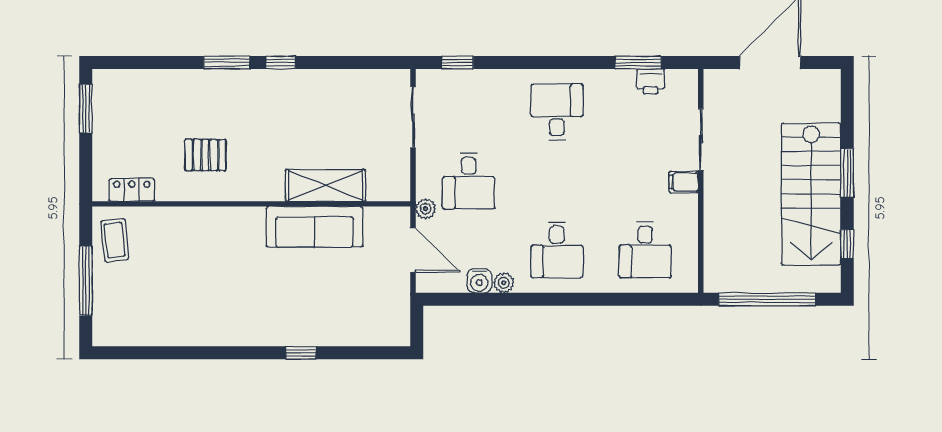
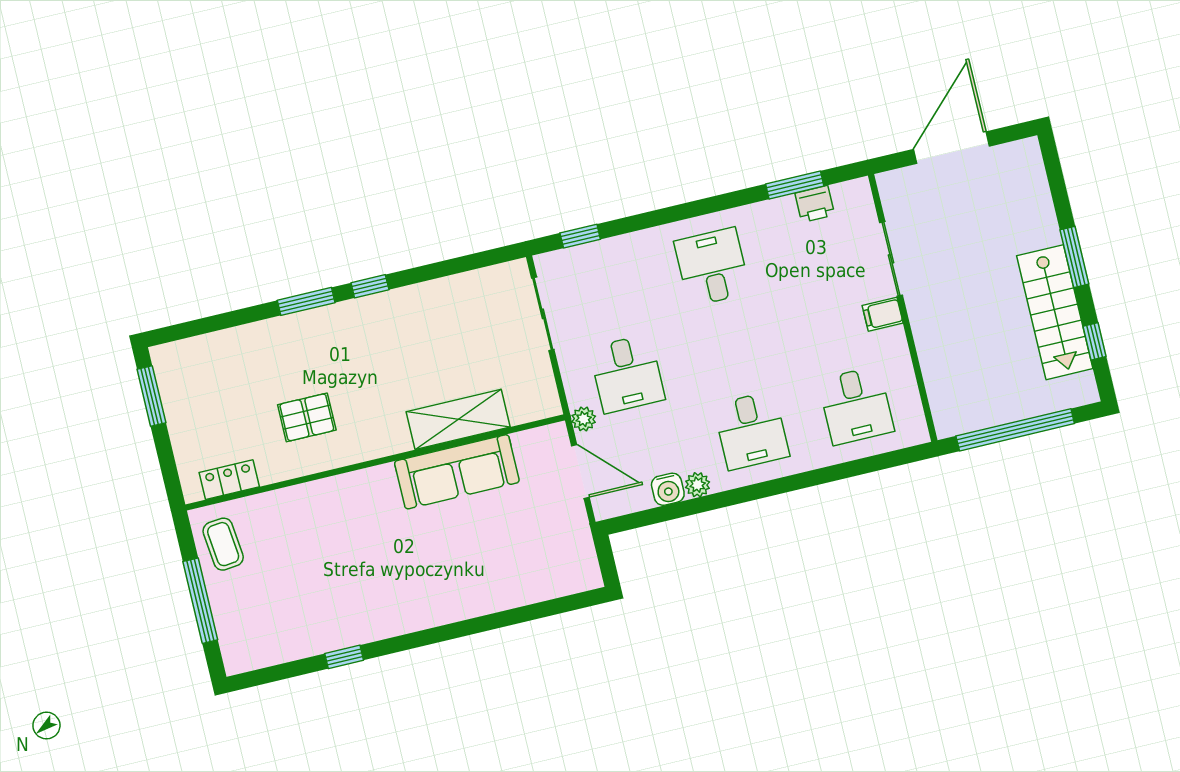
stairs: (811, 194) -> (1055, 312), width x0.73, depth x0.66
window: (301, 353) -> (344, 657), moved

